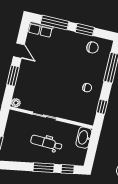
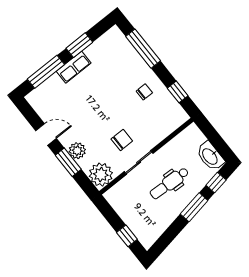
row of seats: (40, 29) -> (74, 67), moved
chair: (93, 47) -> (122, 140), moved
plant: (24, 76) -> (77, 151), added
plant: (16, 103) -> (101, 175), width x1.88, depth x1.88
washbasin: (84, 138) -> (210, 156), moved

